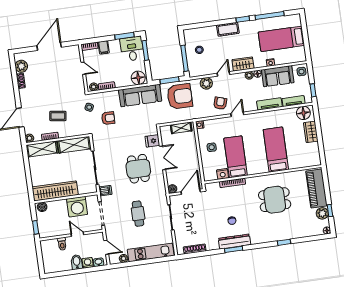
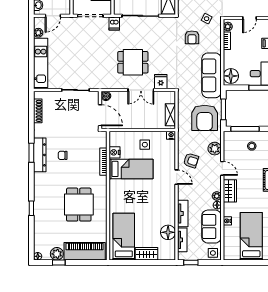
floor lamp: (303, 113) -> (168, 232), moved
bed: (276, 150) -> (124, 237), moved, turned -90
cafe table: (138, 214) -> (85, 55), removed

